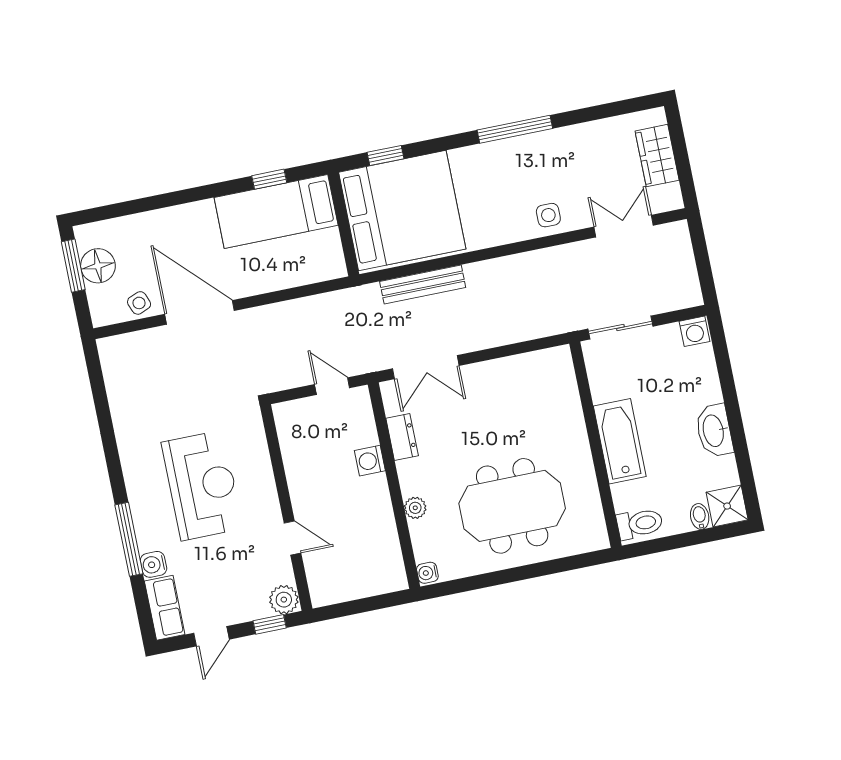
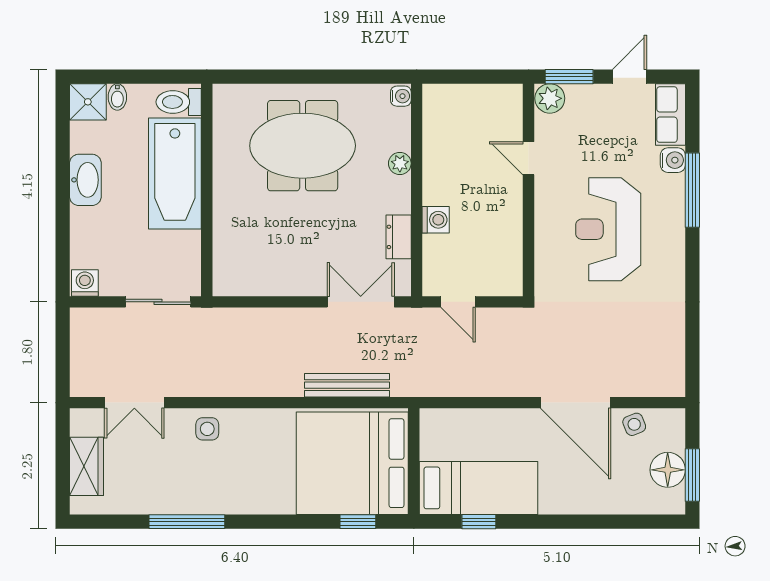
window: (515, 129) -> (187, 522), moved
bathtub: (620, 441) -> (175, 174), width x1.36, depth x1.36
window: (270, 624) -> (569, 77), width x1.50

